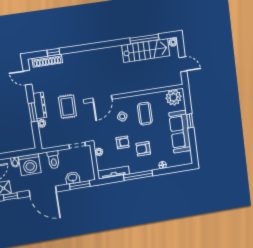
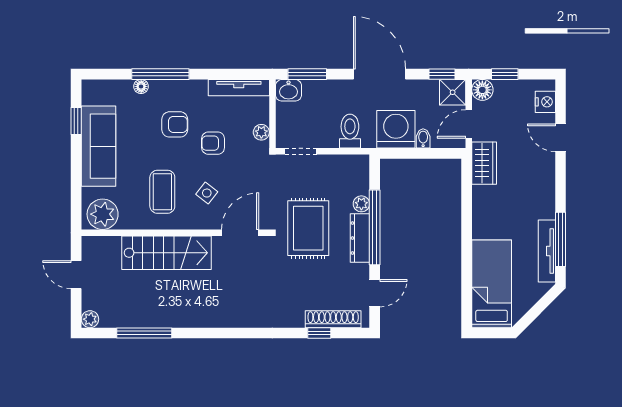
stairs: (146, 50) -> (166, 253), moved, turned 180
door: (27, 78) -> (375, 293), hinge flipped
rug: (67, 107) -> (308, 228), width x1.36, depth x1.43
window: (33, 112) -> (375, 227), width x2.11
window: (190, 121) -> (76, 121), moved
window: (138, 175) -> (160, 74), moved
washbasin: (73, 178) -> (288, 90), moved

